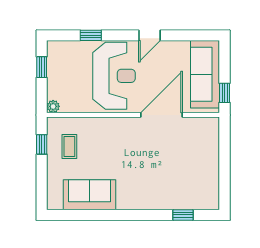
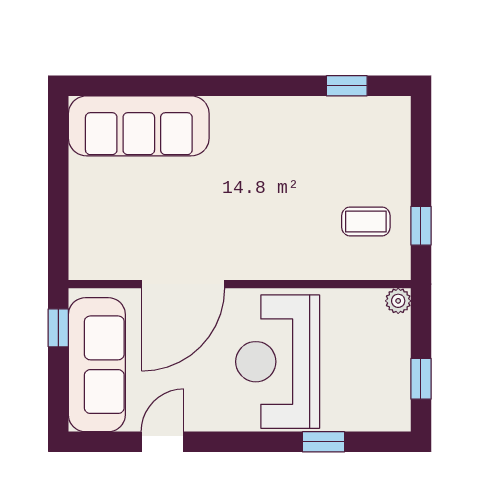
door: (150, 35) -> (163, 442), moved
coffee table: (69, 147) -> (366, 221), turned 90
sofa: (90, 195) -> (139, 126), moved, width x1.36
window: (183, 215) -> (347, 86), moved

